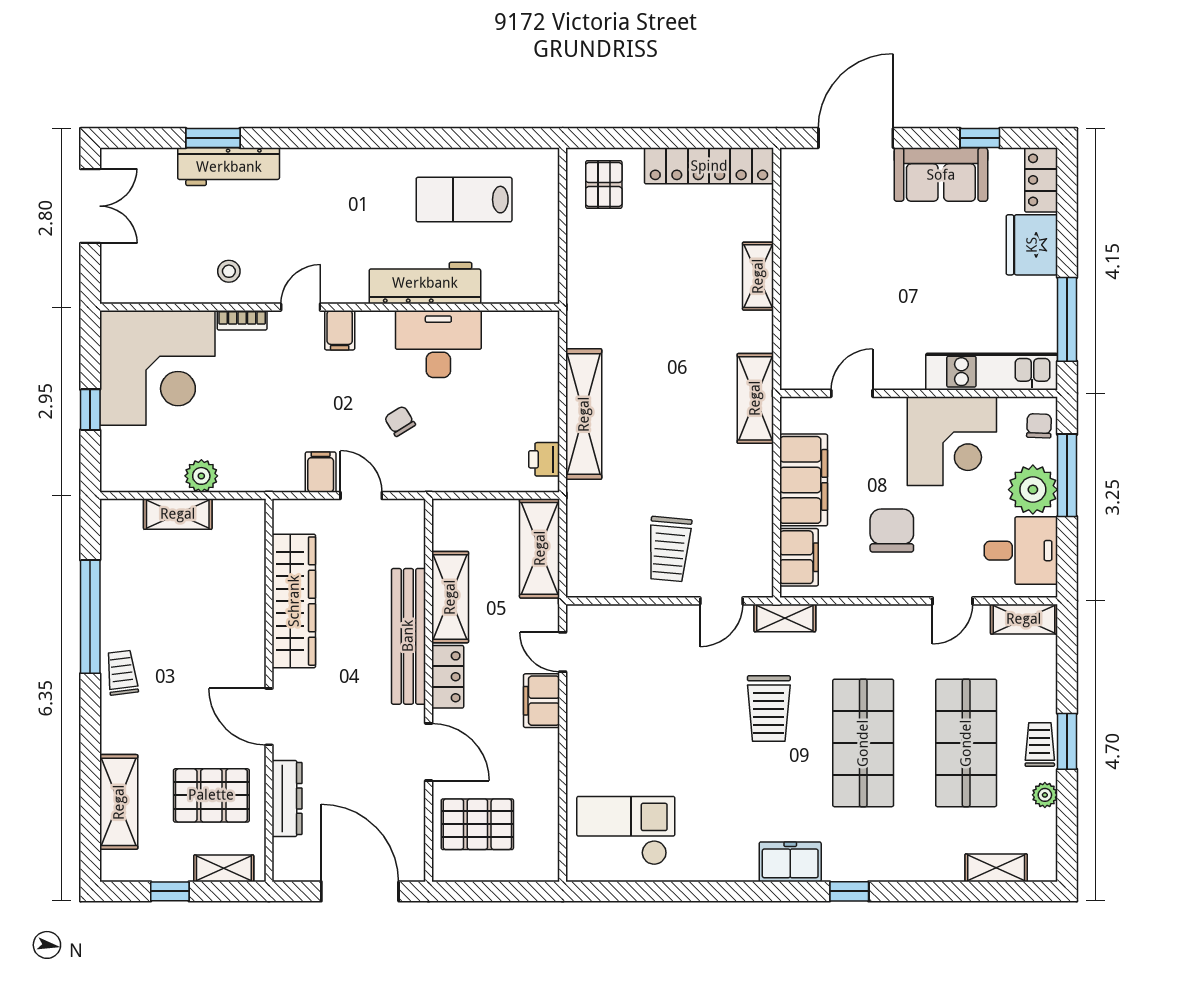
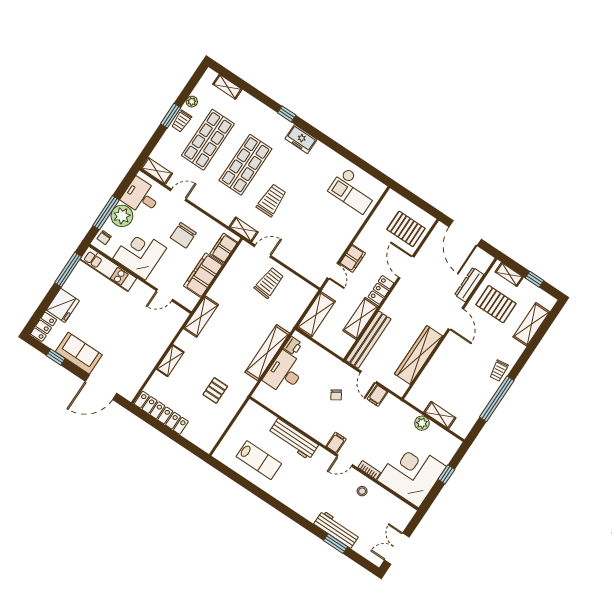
pallet: (604, 185) -> (215, 390), moved
desk: (438, 344) -> (284, 373), moved, turned 90
bench: (408, 636) -> (368, 340), moved

